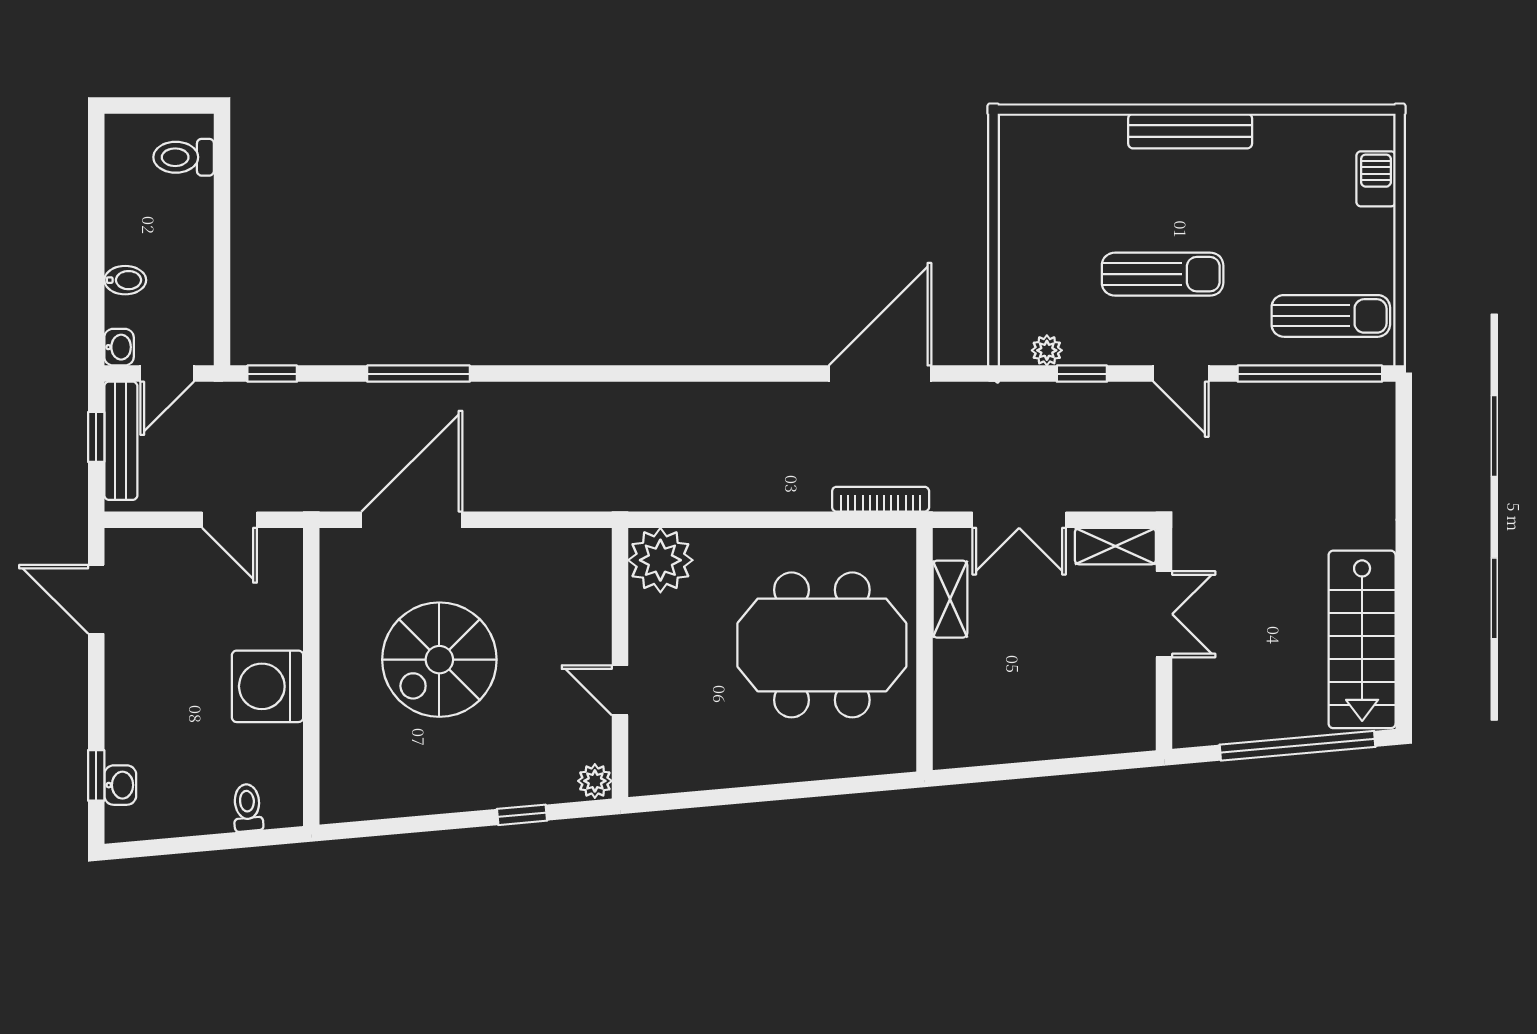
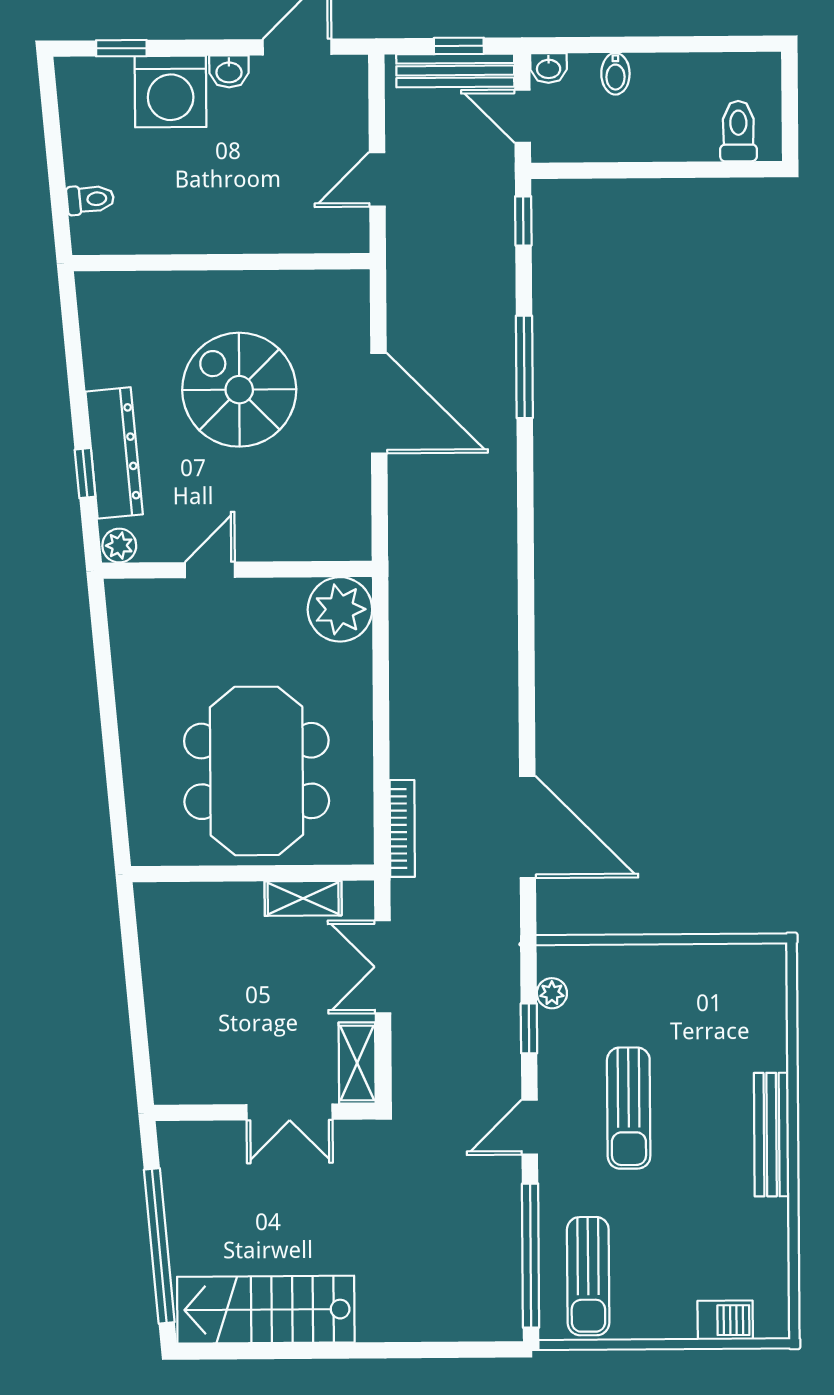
door: (412, 520) -> (379, 403), moved
washing machine: (268, 686) -> (171, 92), moved, turned 180
washbasin: (120, 785) -> (229, 71), moved
dresser: (502, 785) -> (114, 453), added

